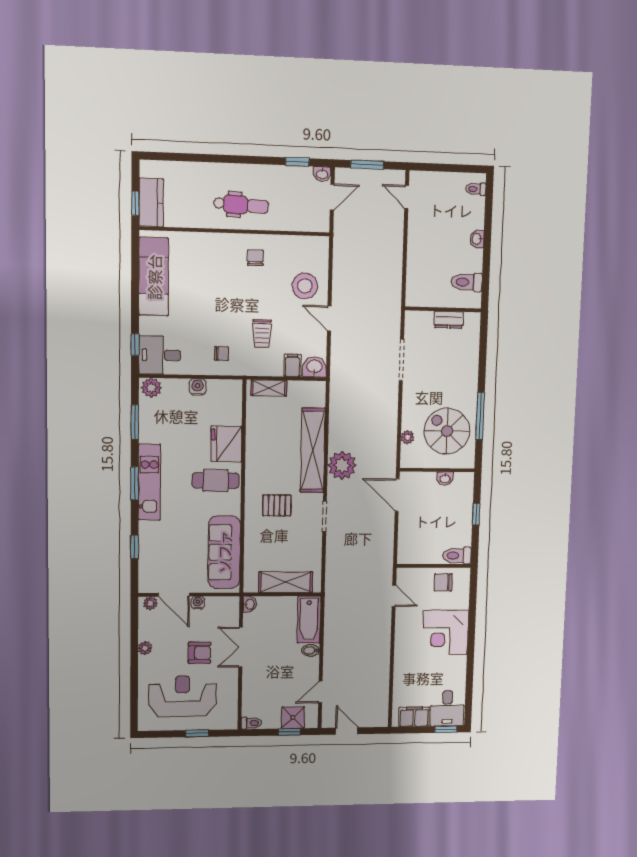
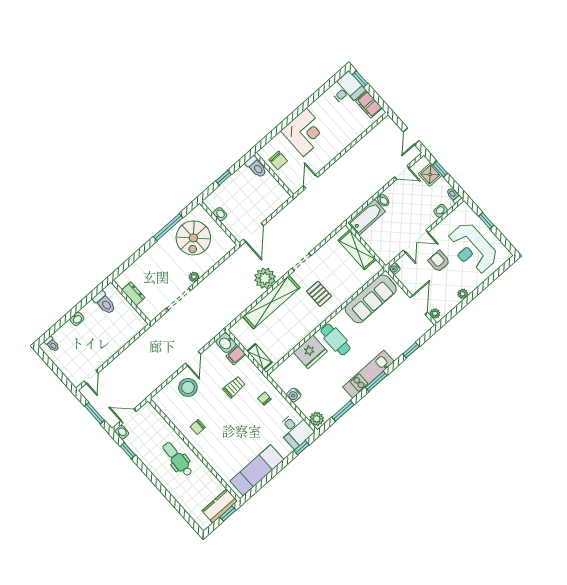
plant: (408, 437) -> (194, 277), moved
water cooler: (198, 603) -> (394, 269), moved
washbasin: (250, 604) -> (441, 211), moved

